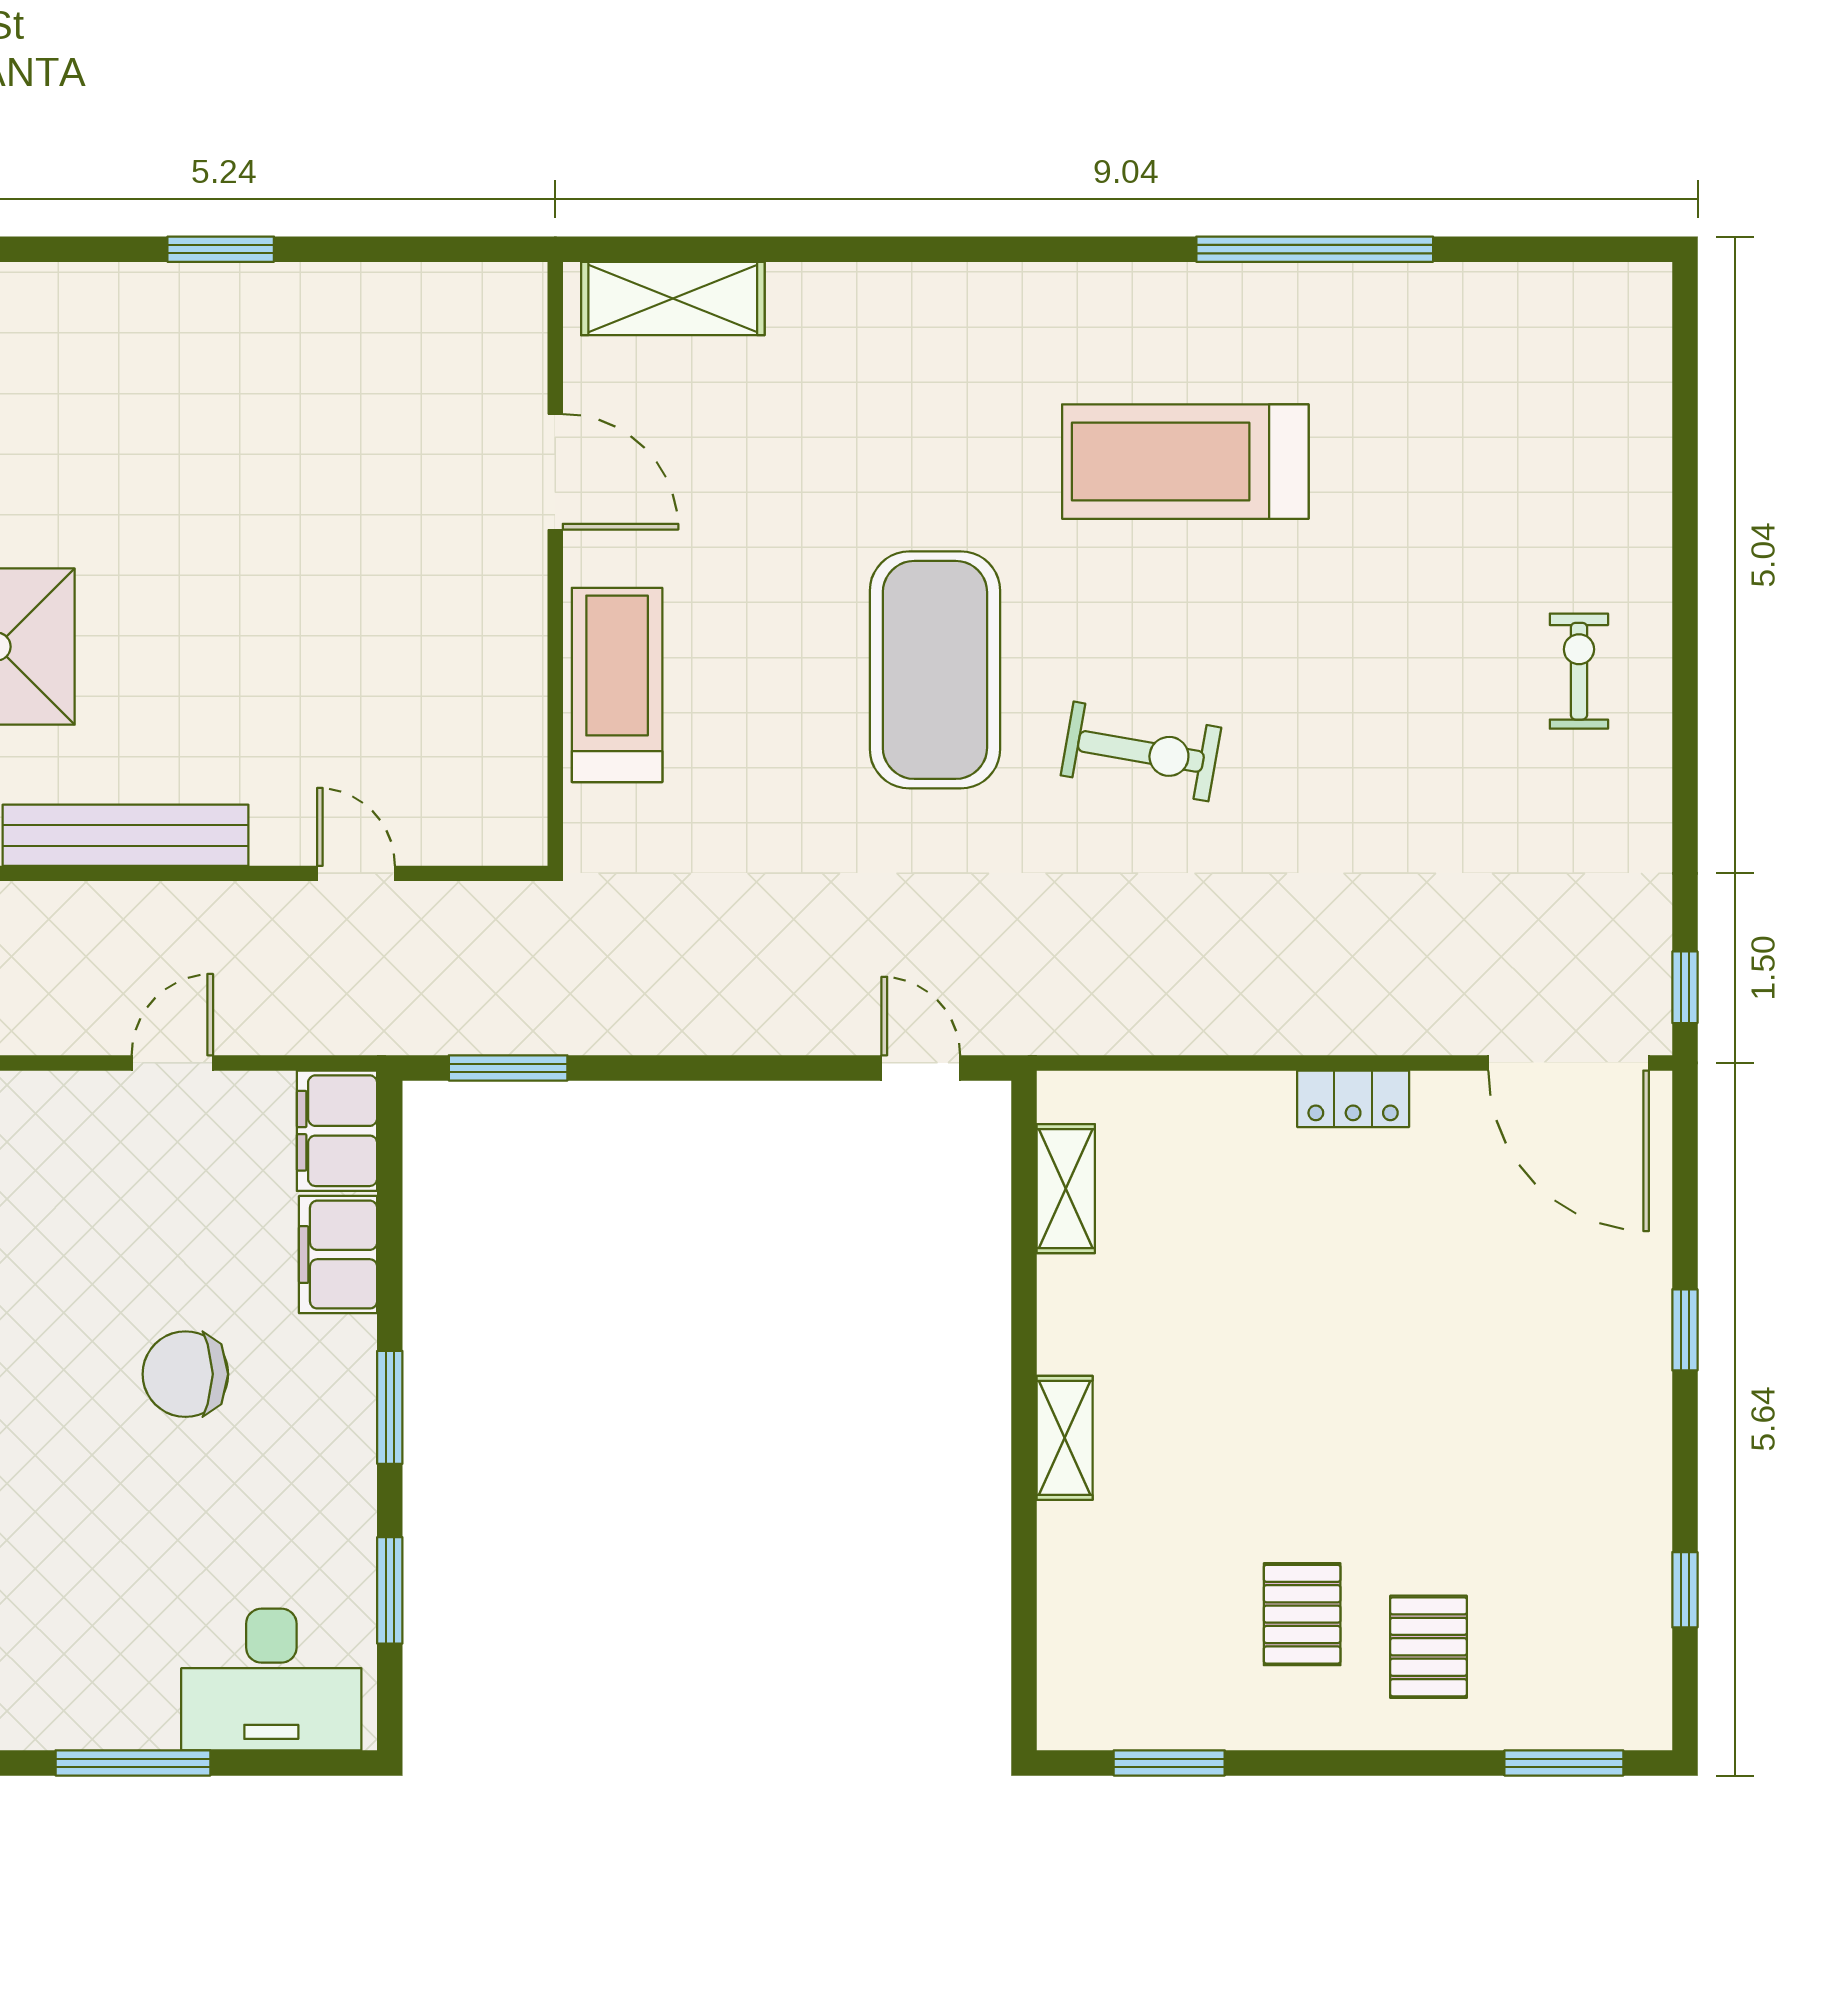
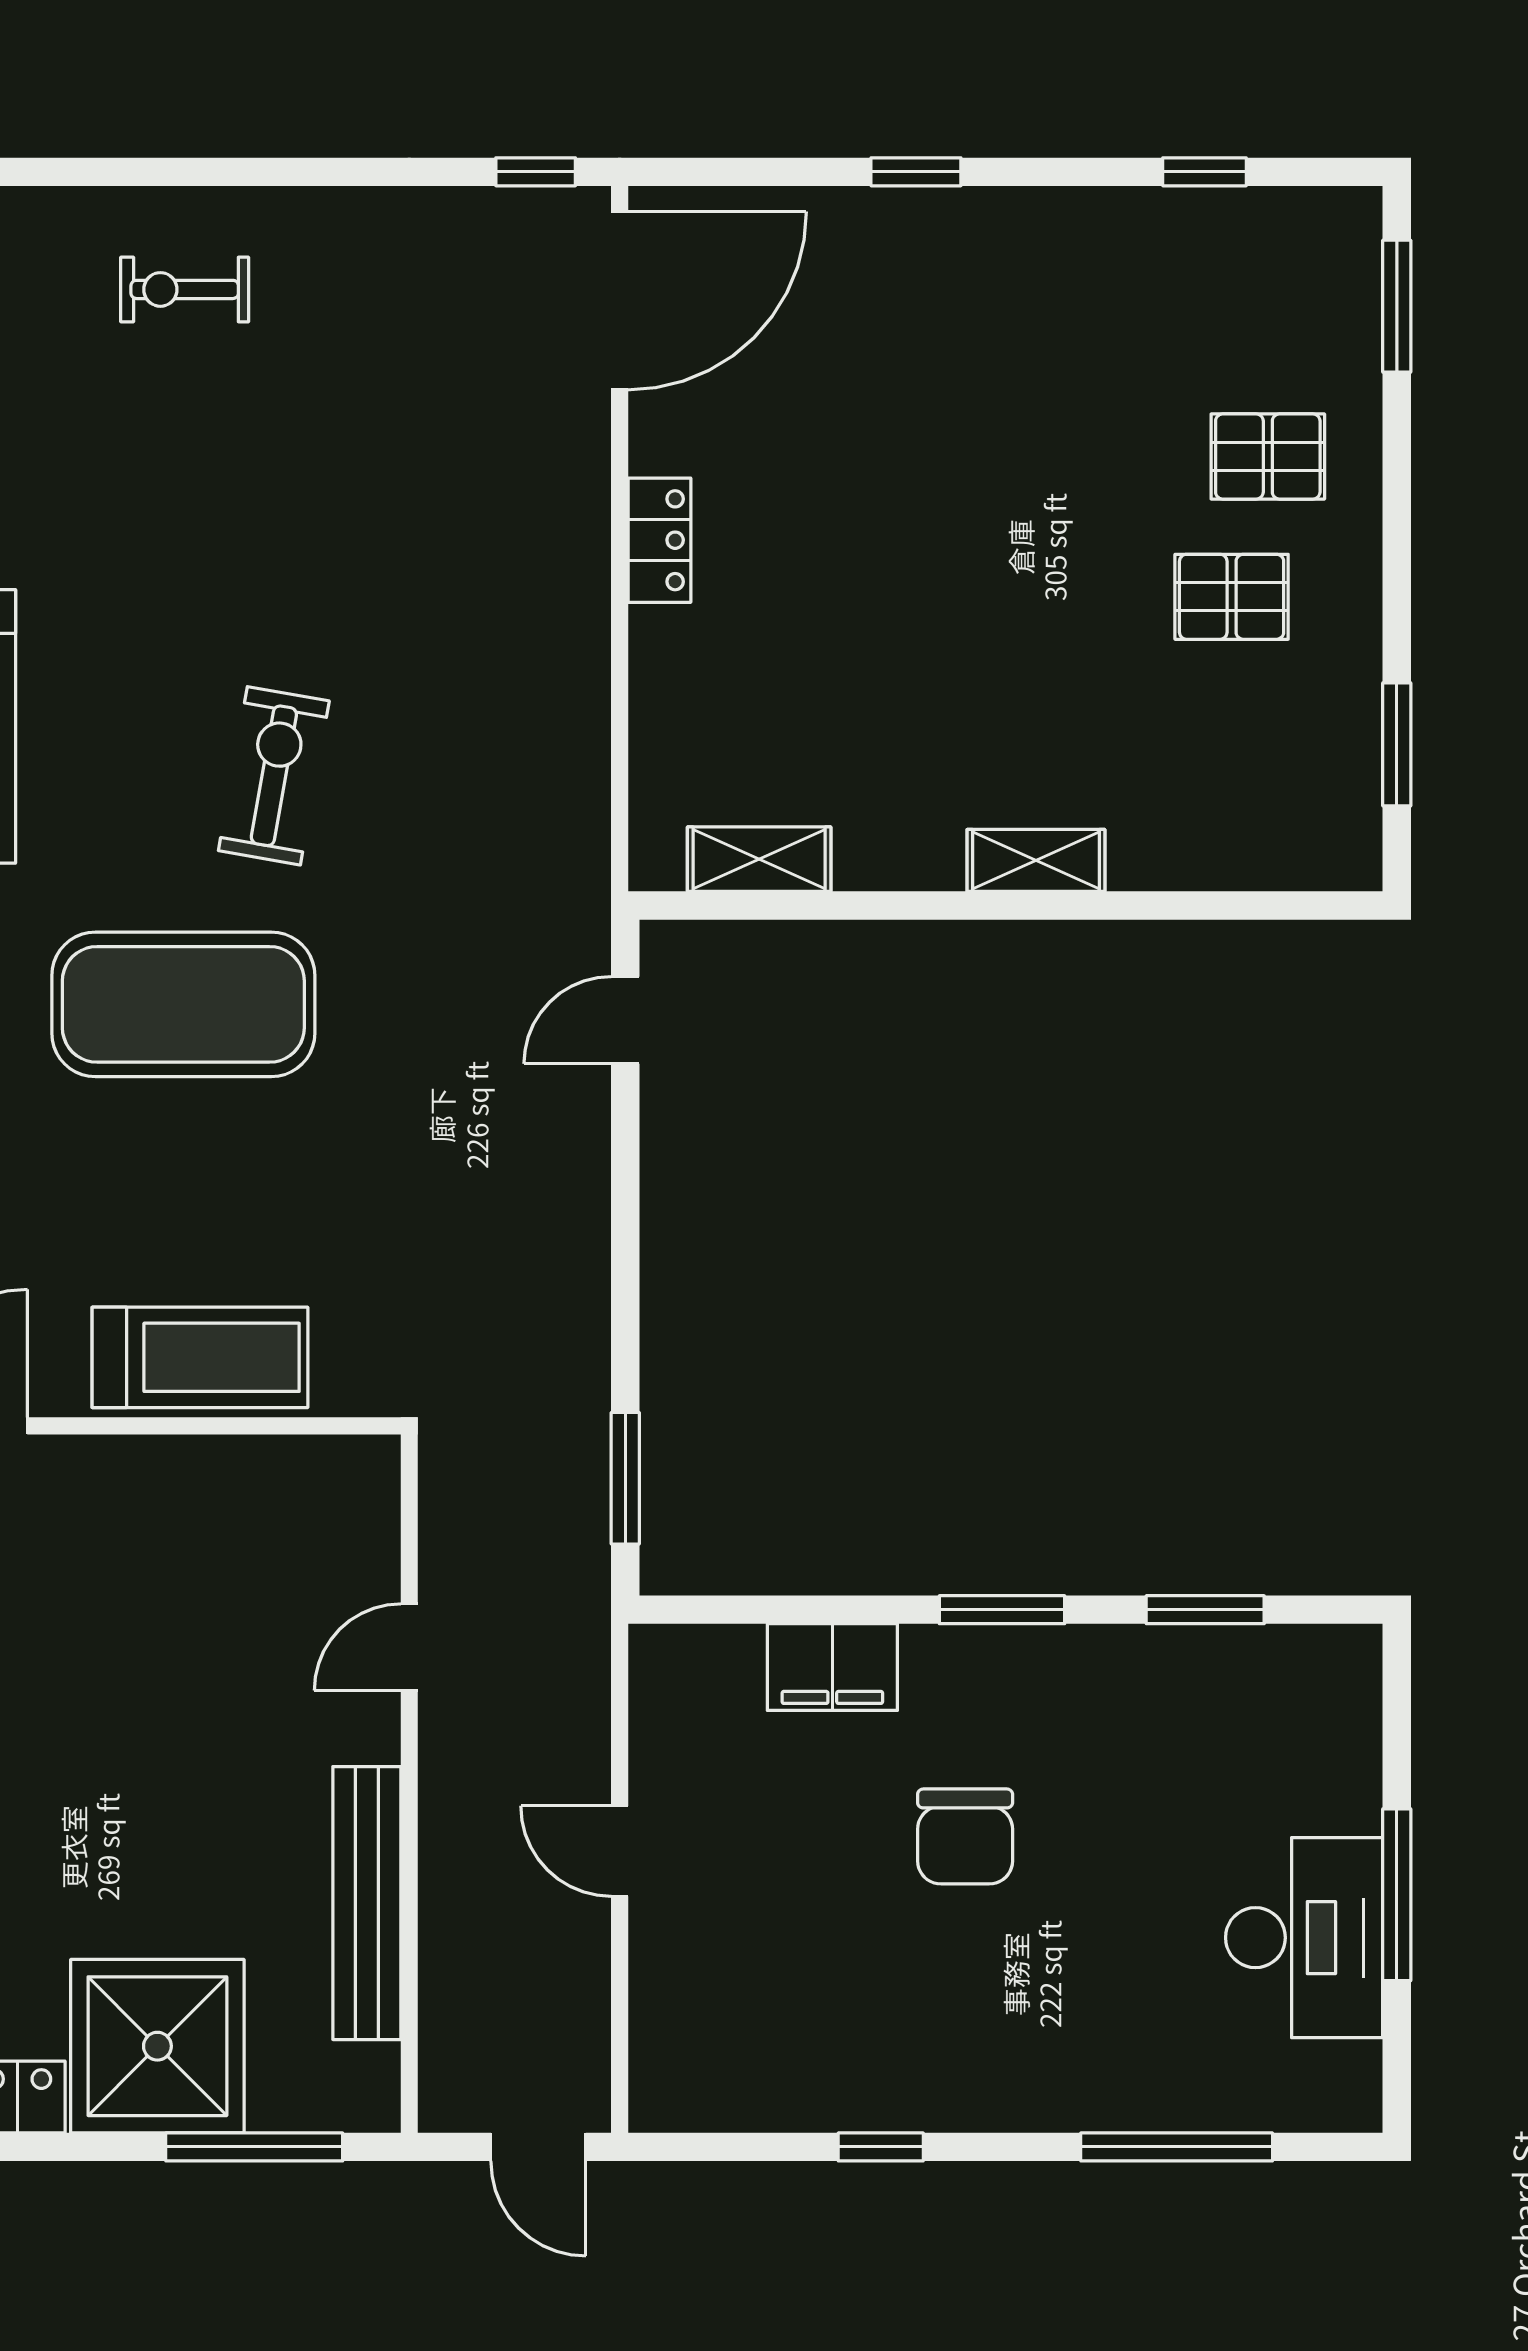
treadmill: (617, 685) -> (200, 1357), turned 180
filing cabinet: (337, 1131) -> (695, 1668), removed
desk: (271, 1680) -> (1304, 1938), moved

